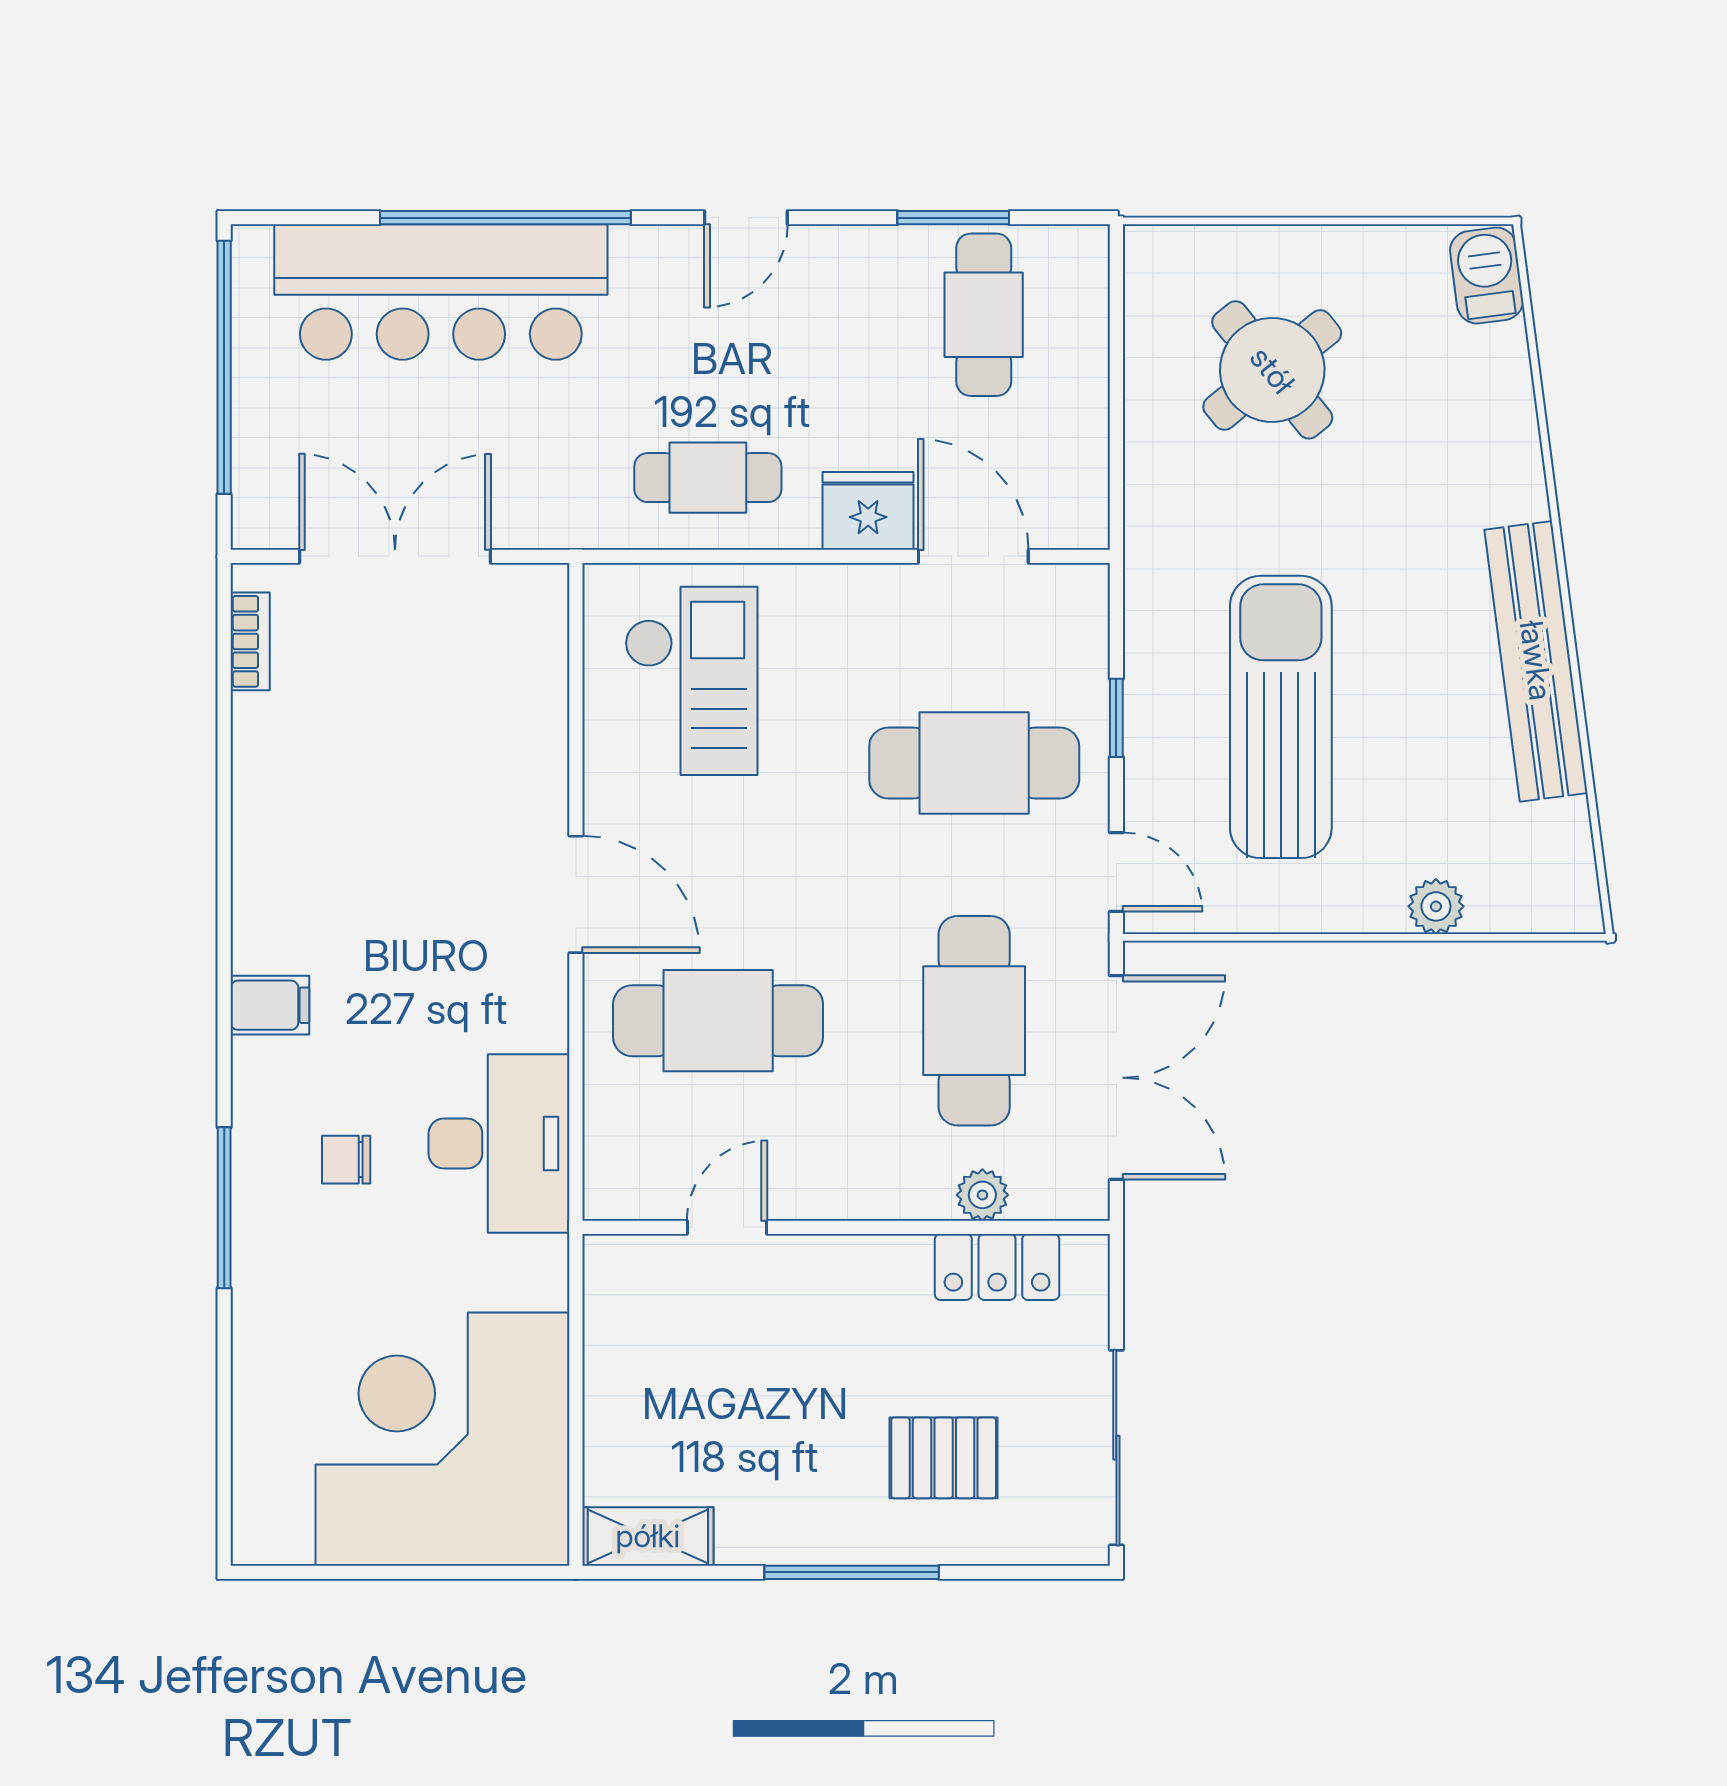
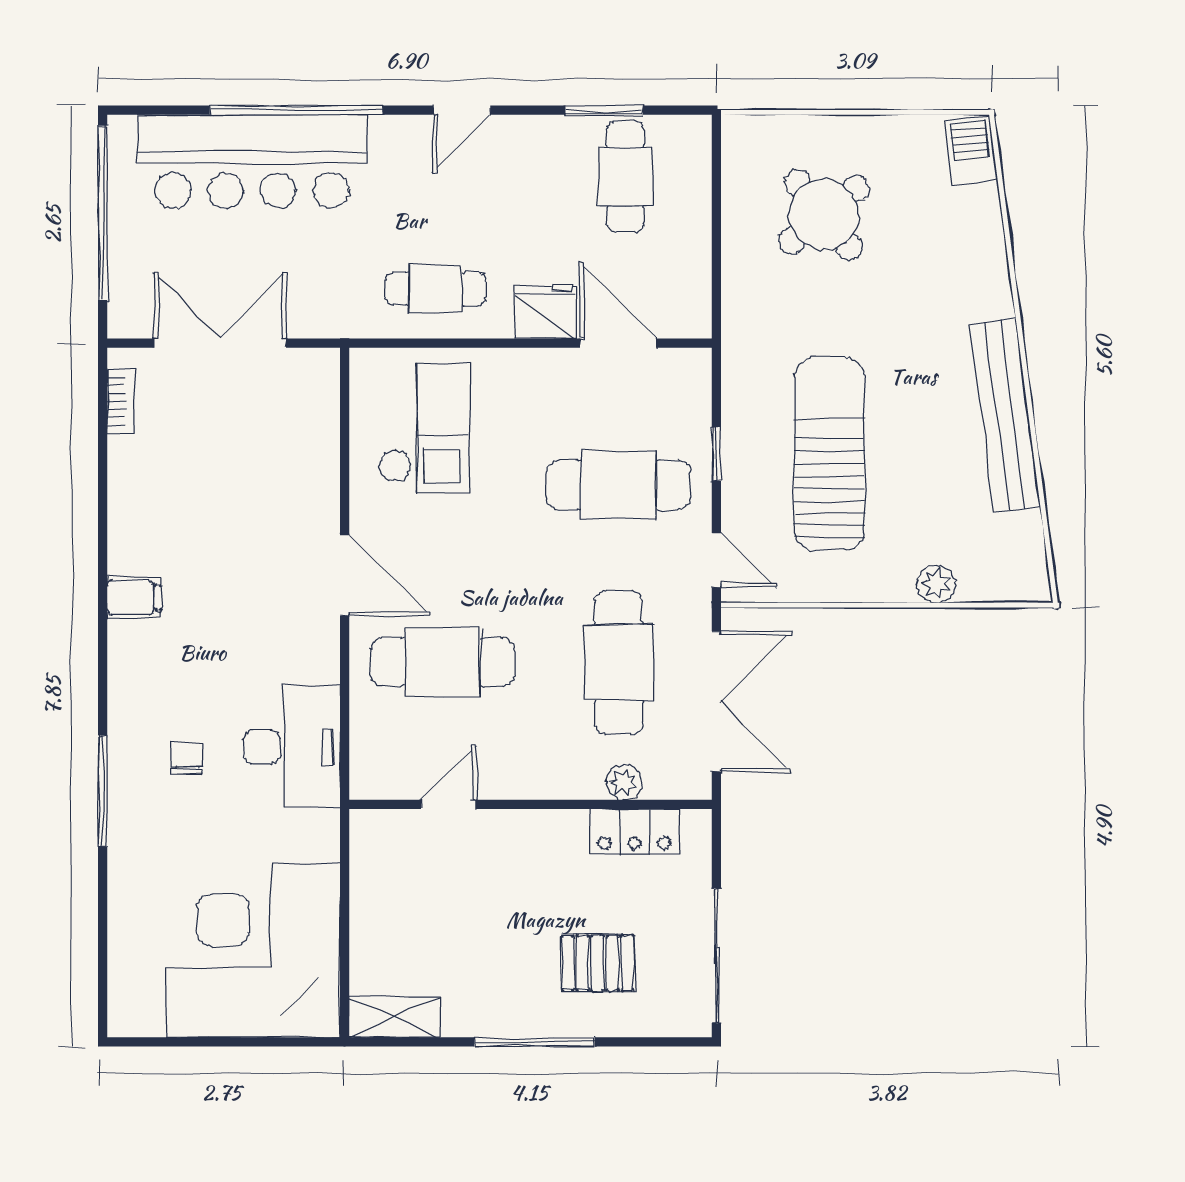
filing cabinet: (270, 1005) -> (134, 598), moved
chair: (346, 1160) -> (187, 758), turned 90

